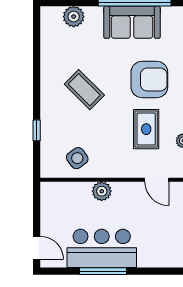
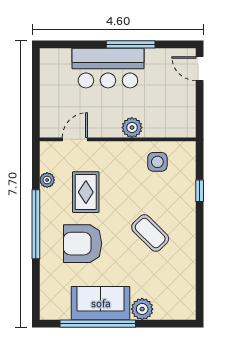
plant: (74, 17) -> (142, 309), moved
side table: (77, 158) -> (157, 162), turned 36
door: (157, 180) -> (75, 139), hinge flipped
bar counter: (102, 248) -> (108, 68), moved

